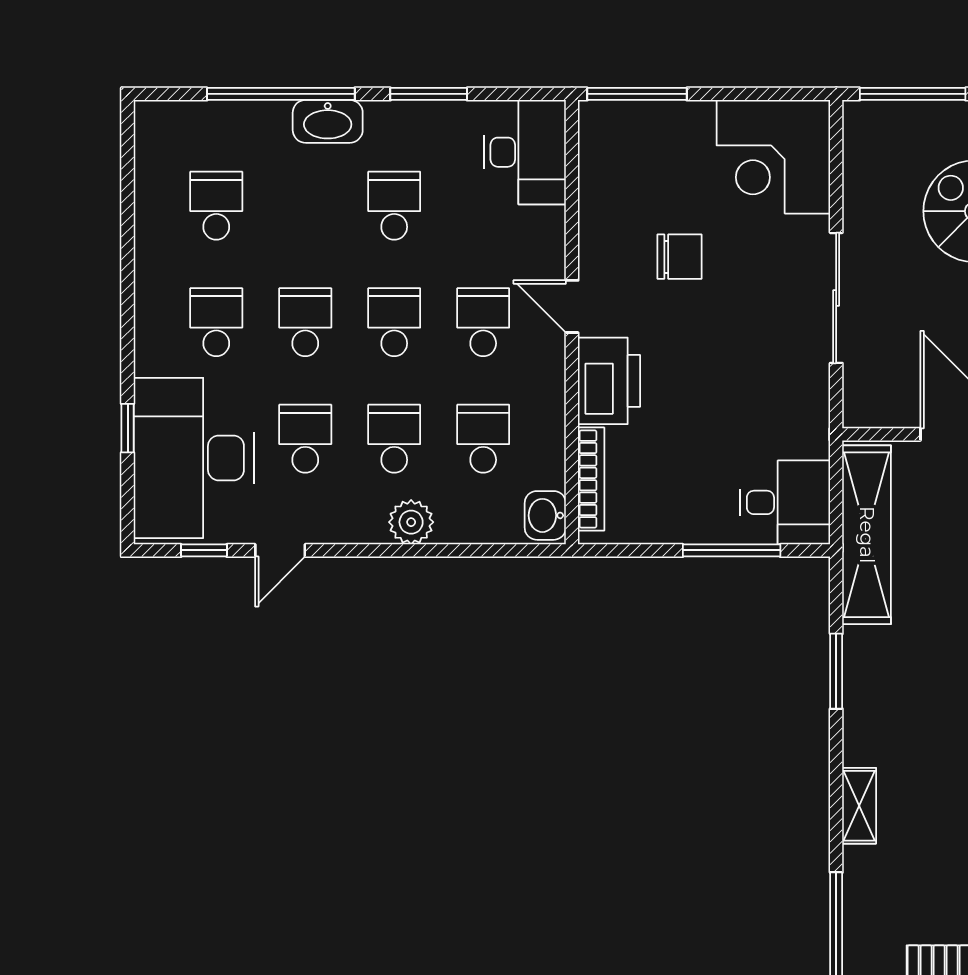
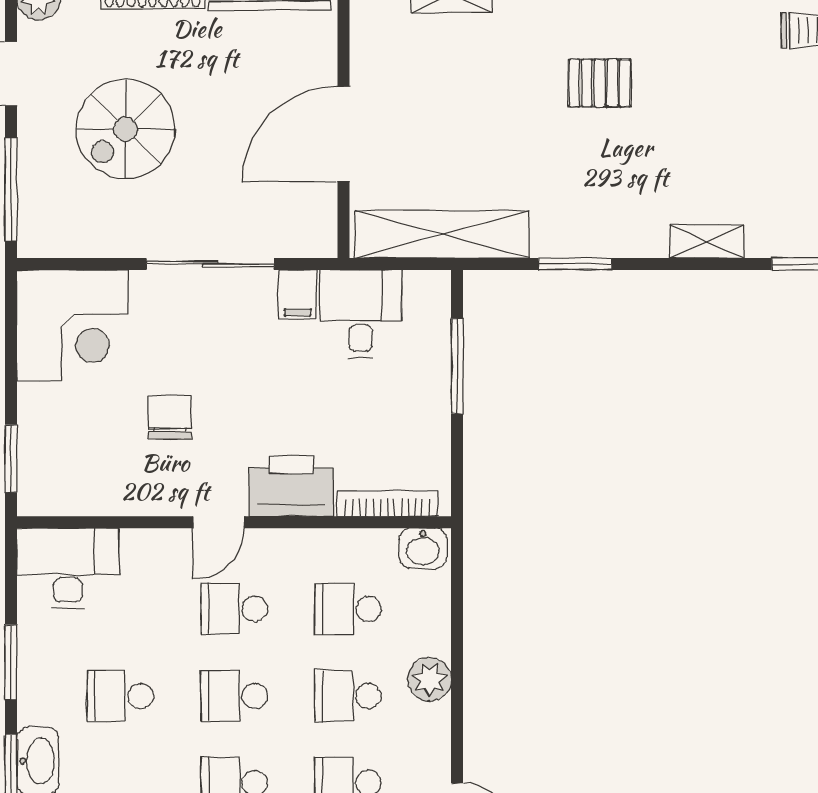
window: (637, 94) -> (11, 459), width x0.69
filing cabinet: (805, 387) -> (298, 295), added
desk: (785, 502) -> (361, 314), moved

